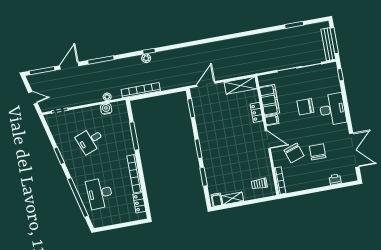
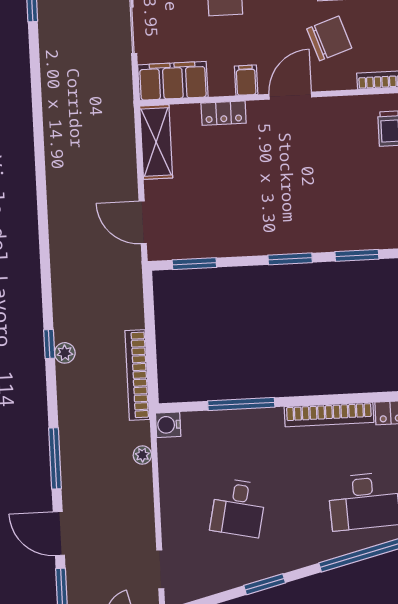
filing cabinet: (269, 100) -> (173, 81), moved
water cooler: (106, 109) -> (168, 425), moved
desk: (90, 140) -> (238, 508), turned 33

